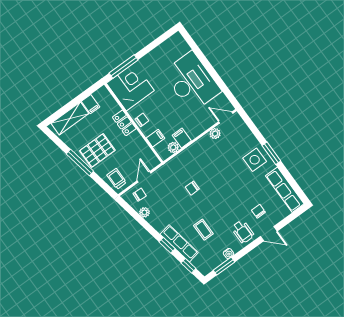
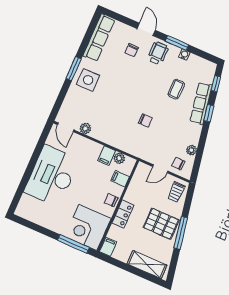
filing cabinet: (91, 104) -> (108, 247), moved
window: (224, 266) -> (177, 43), moved

